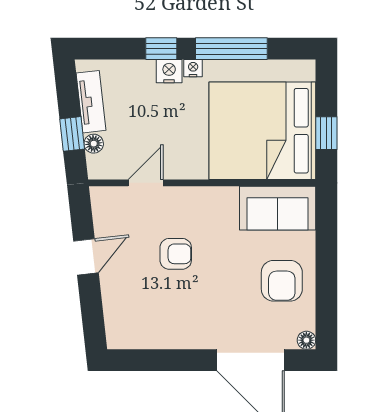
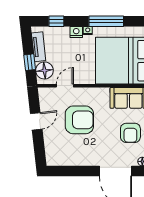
window: (161, 49) -> (56, 21), moved
floor lamp: (94, 144) -> (44, 70), width x1.89, depth x1.89
armchair: (176, 254) -> (79, 120), width x1.88, depth x1.88

